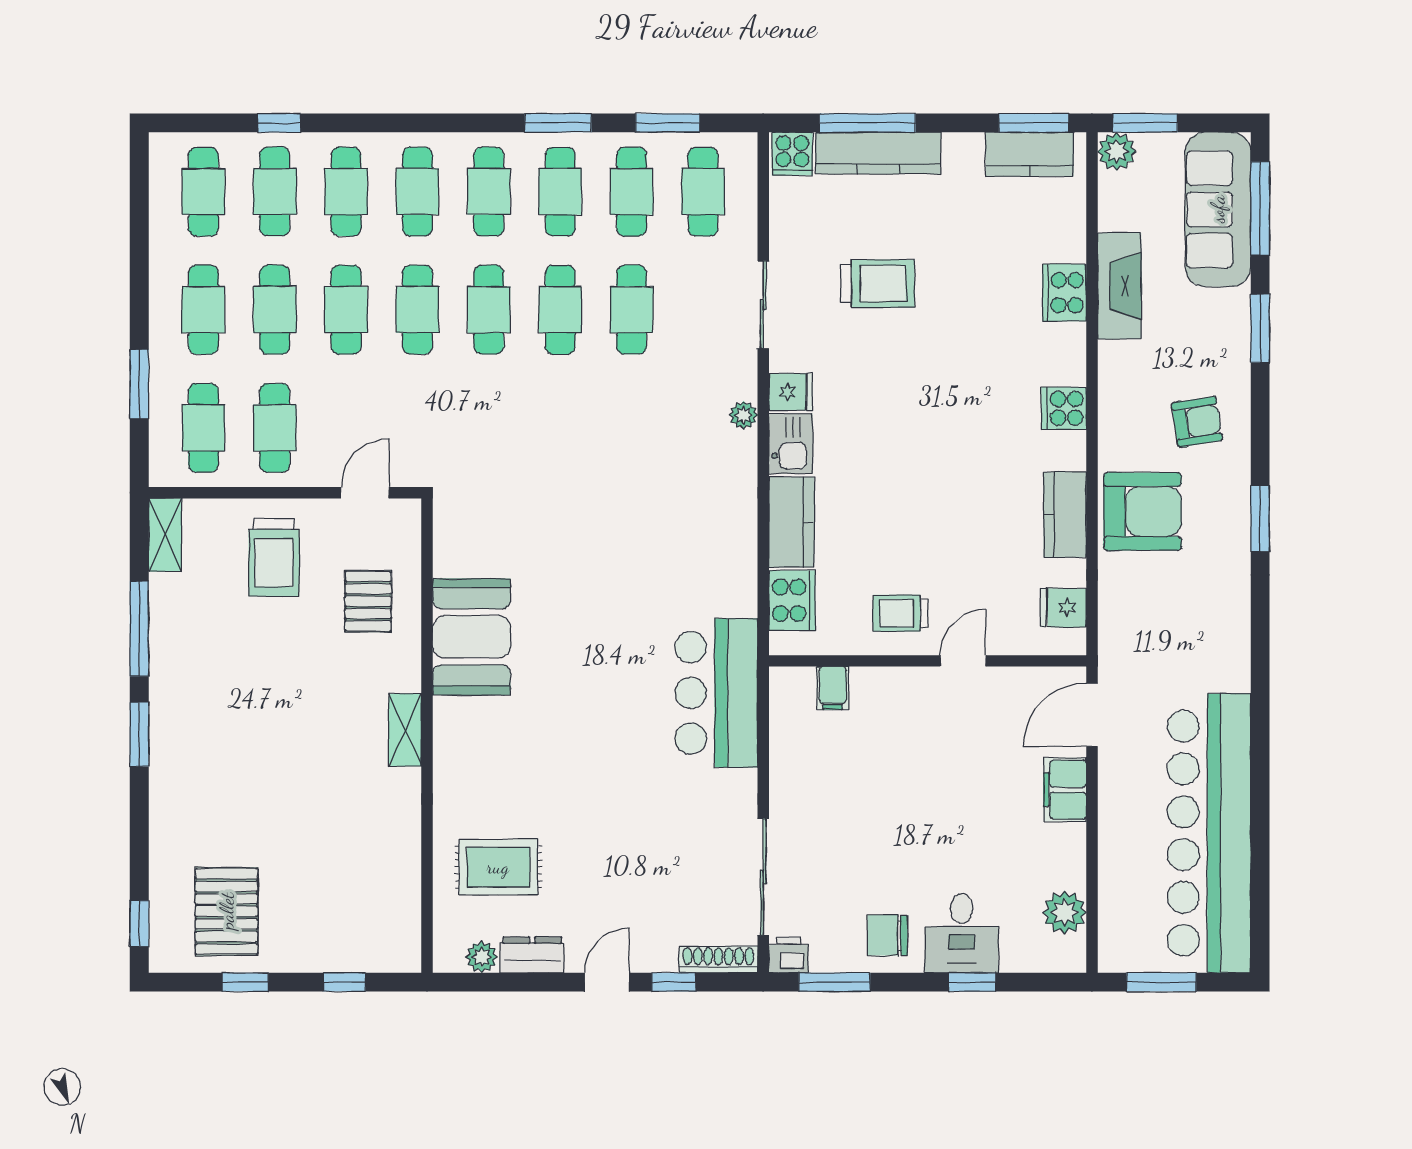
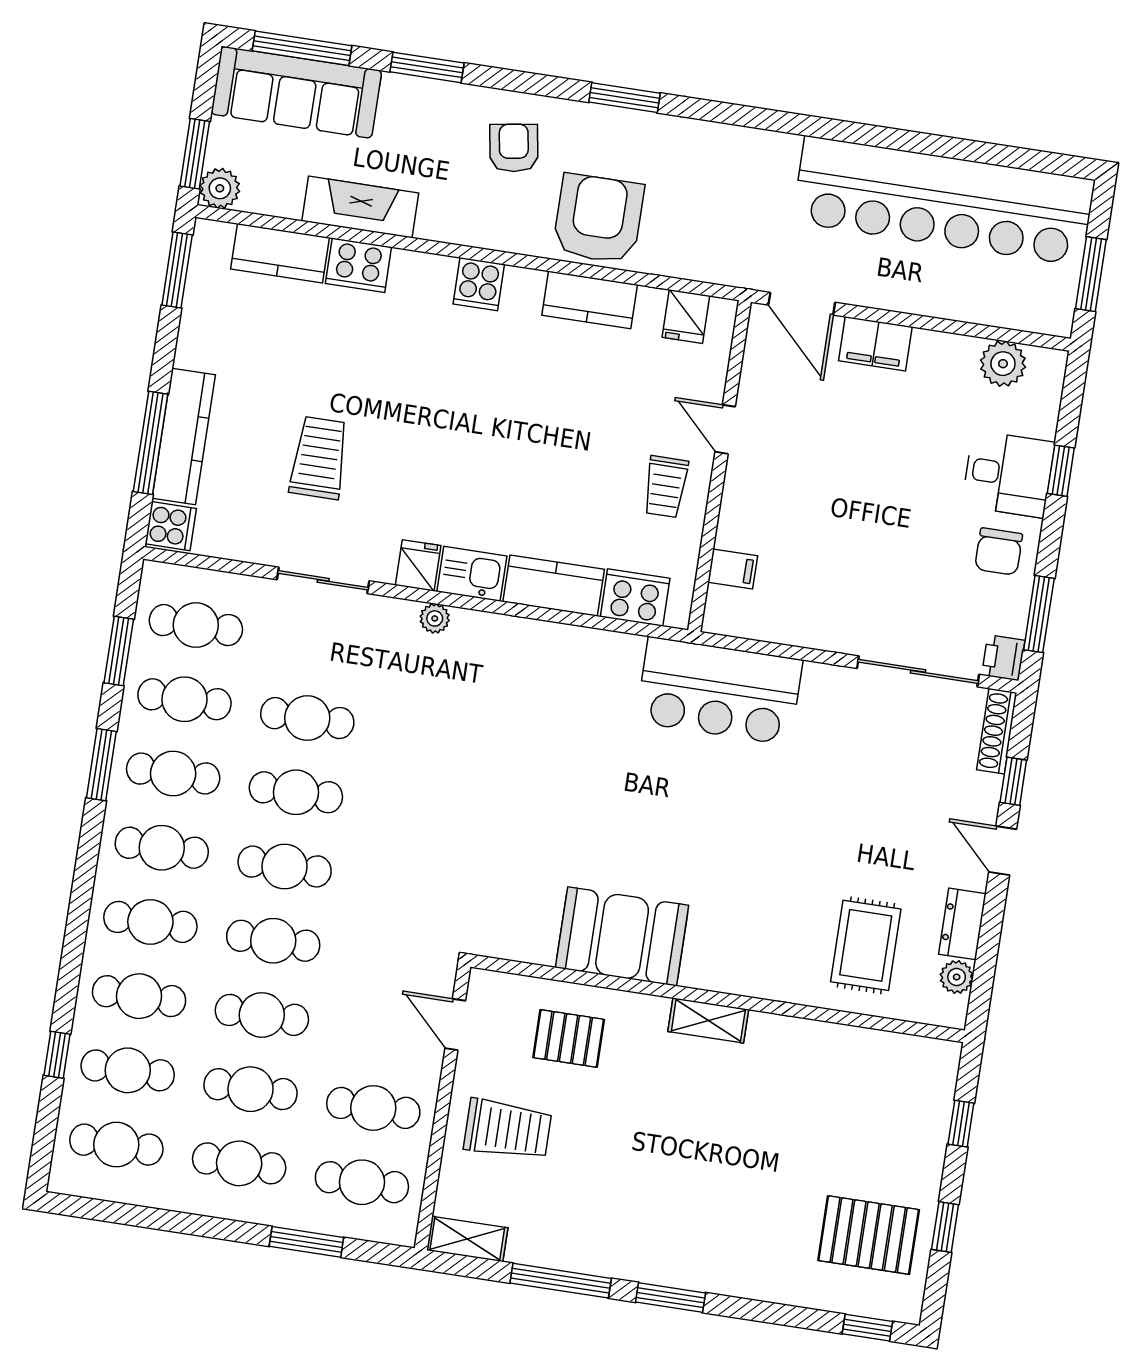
kitchen counter: (1030, 154) -> (280, 253), moved, turned 90

